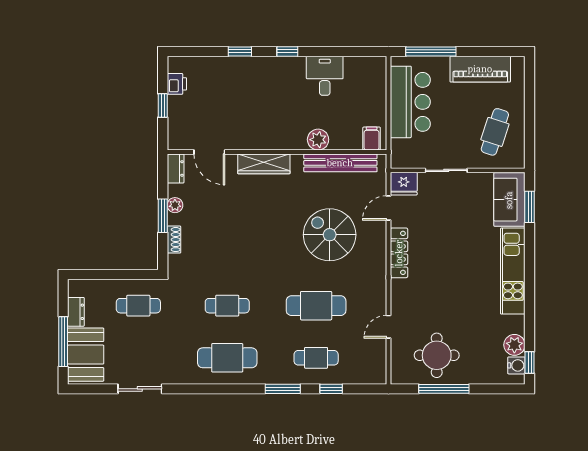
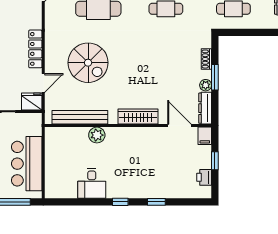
filing cabinet: (372, 139) -> (205, 136), moved
dresser: (176, 168) -> (205, 108), width x1.44

